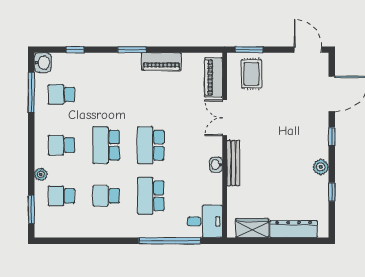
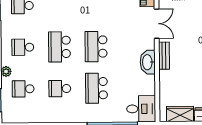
double door: (225, 118) -> (157, 24), swing flipped
bench: (233, 163) -> (164, 56), width x0.73
washbasin: (216, 165) -> (148, 62), width x1.91, depth x1.45

